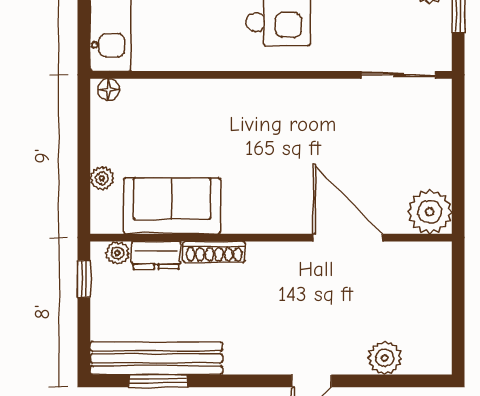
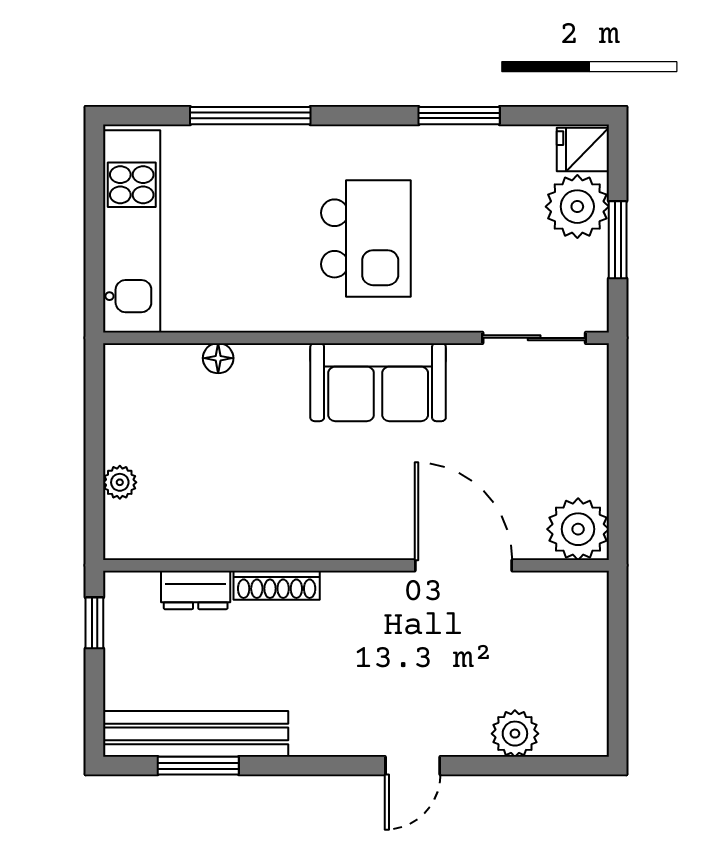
floor lamp: (108, 89) -> (218, 358), moved
sofa: (172, 206) -> (378, 382), moved, turned 180
plant: (117, 253) -> (141, 587), removed

